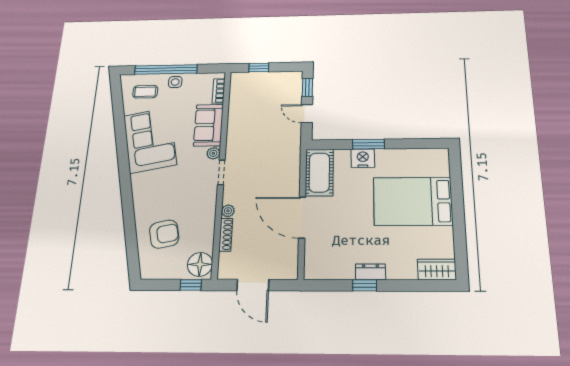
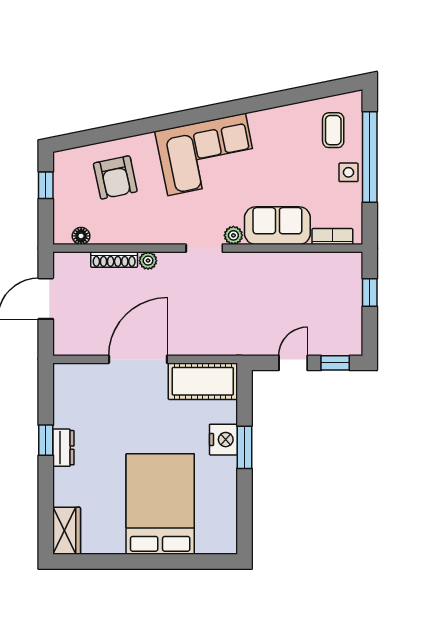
corner sofa: (150, 140) -> (207, 154), moved
floor lamp: (200, 264) -> (81, 236), width x0.53, depth x0.53
window: (191, 285) -> (46, 185), moved

